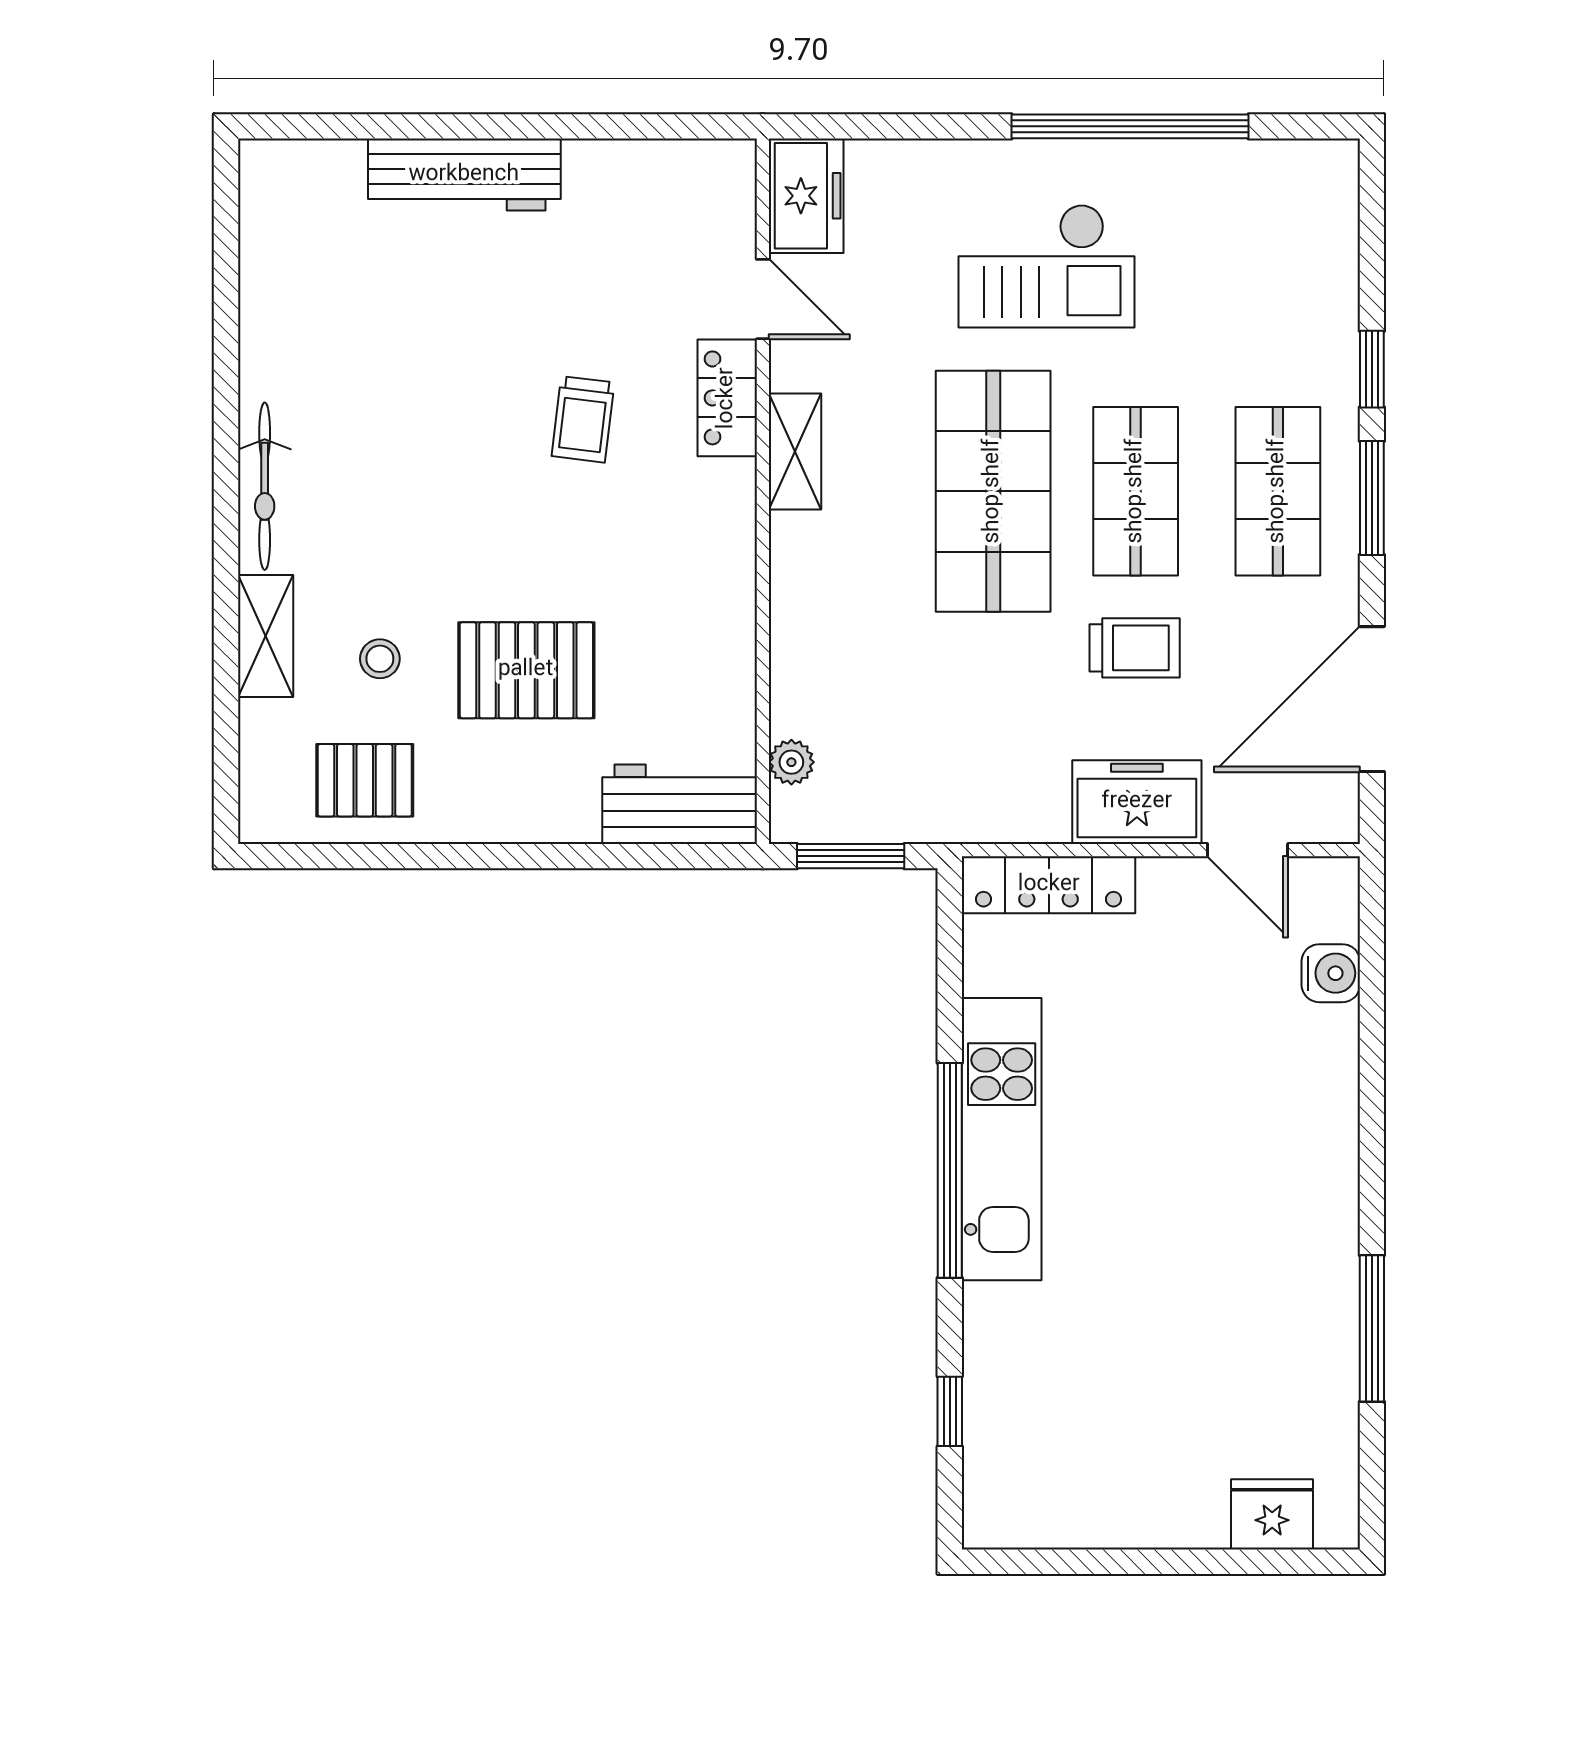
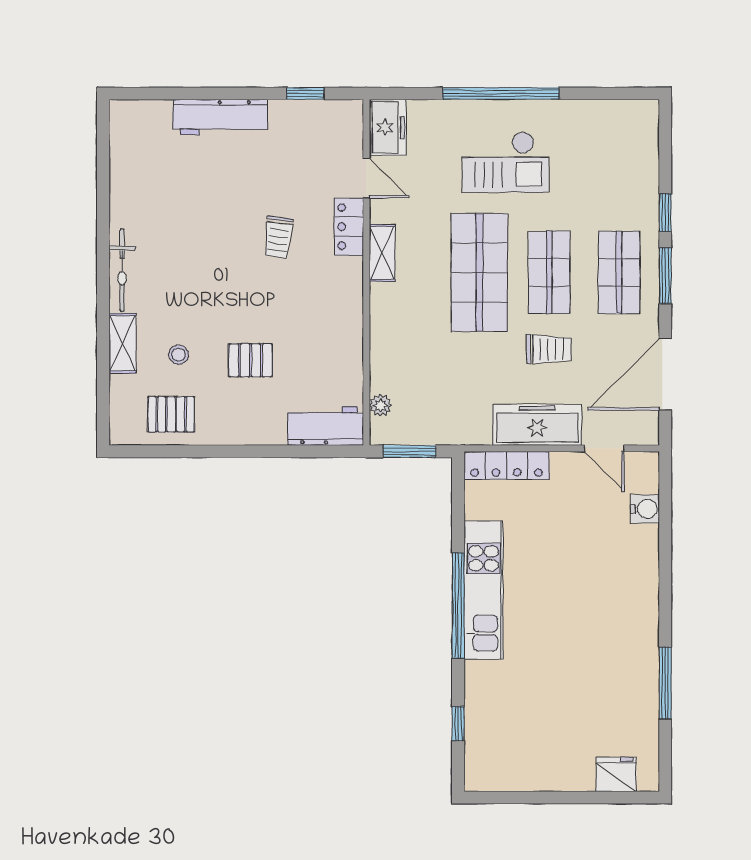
window: (638, 126) -> (305, 93), added
window: (1130, 126) -> (501, 93), moved
pallet: (526, 670) -> (250, 360), width x0.67, depth x0.71
freezer: (1137, 802) -> (537, 425), width x1.40

